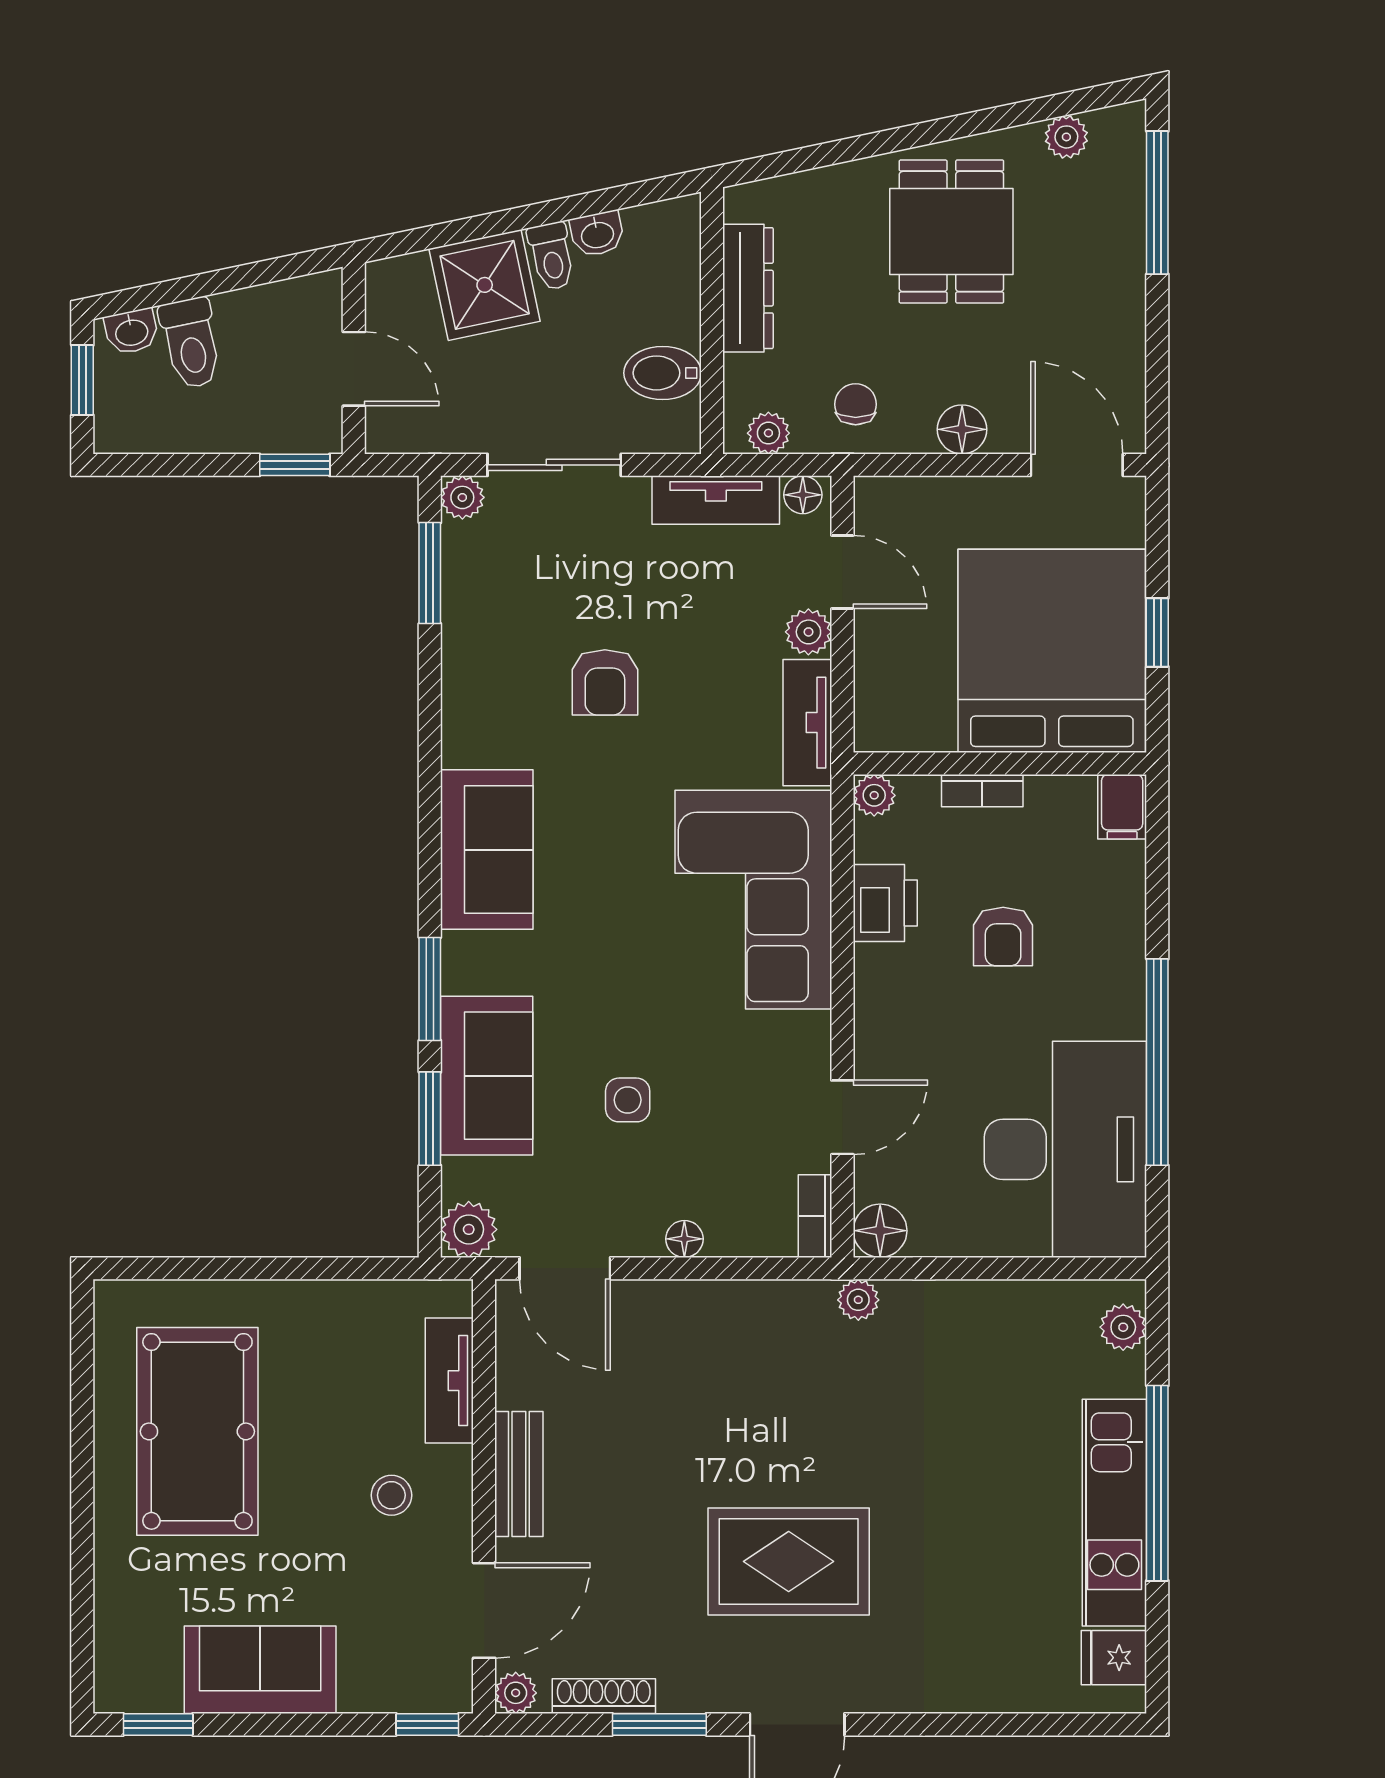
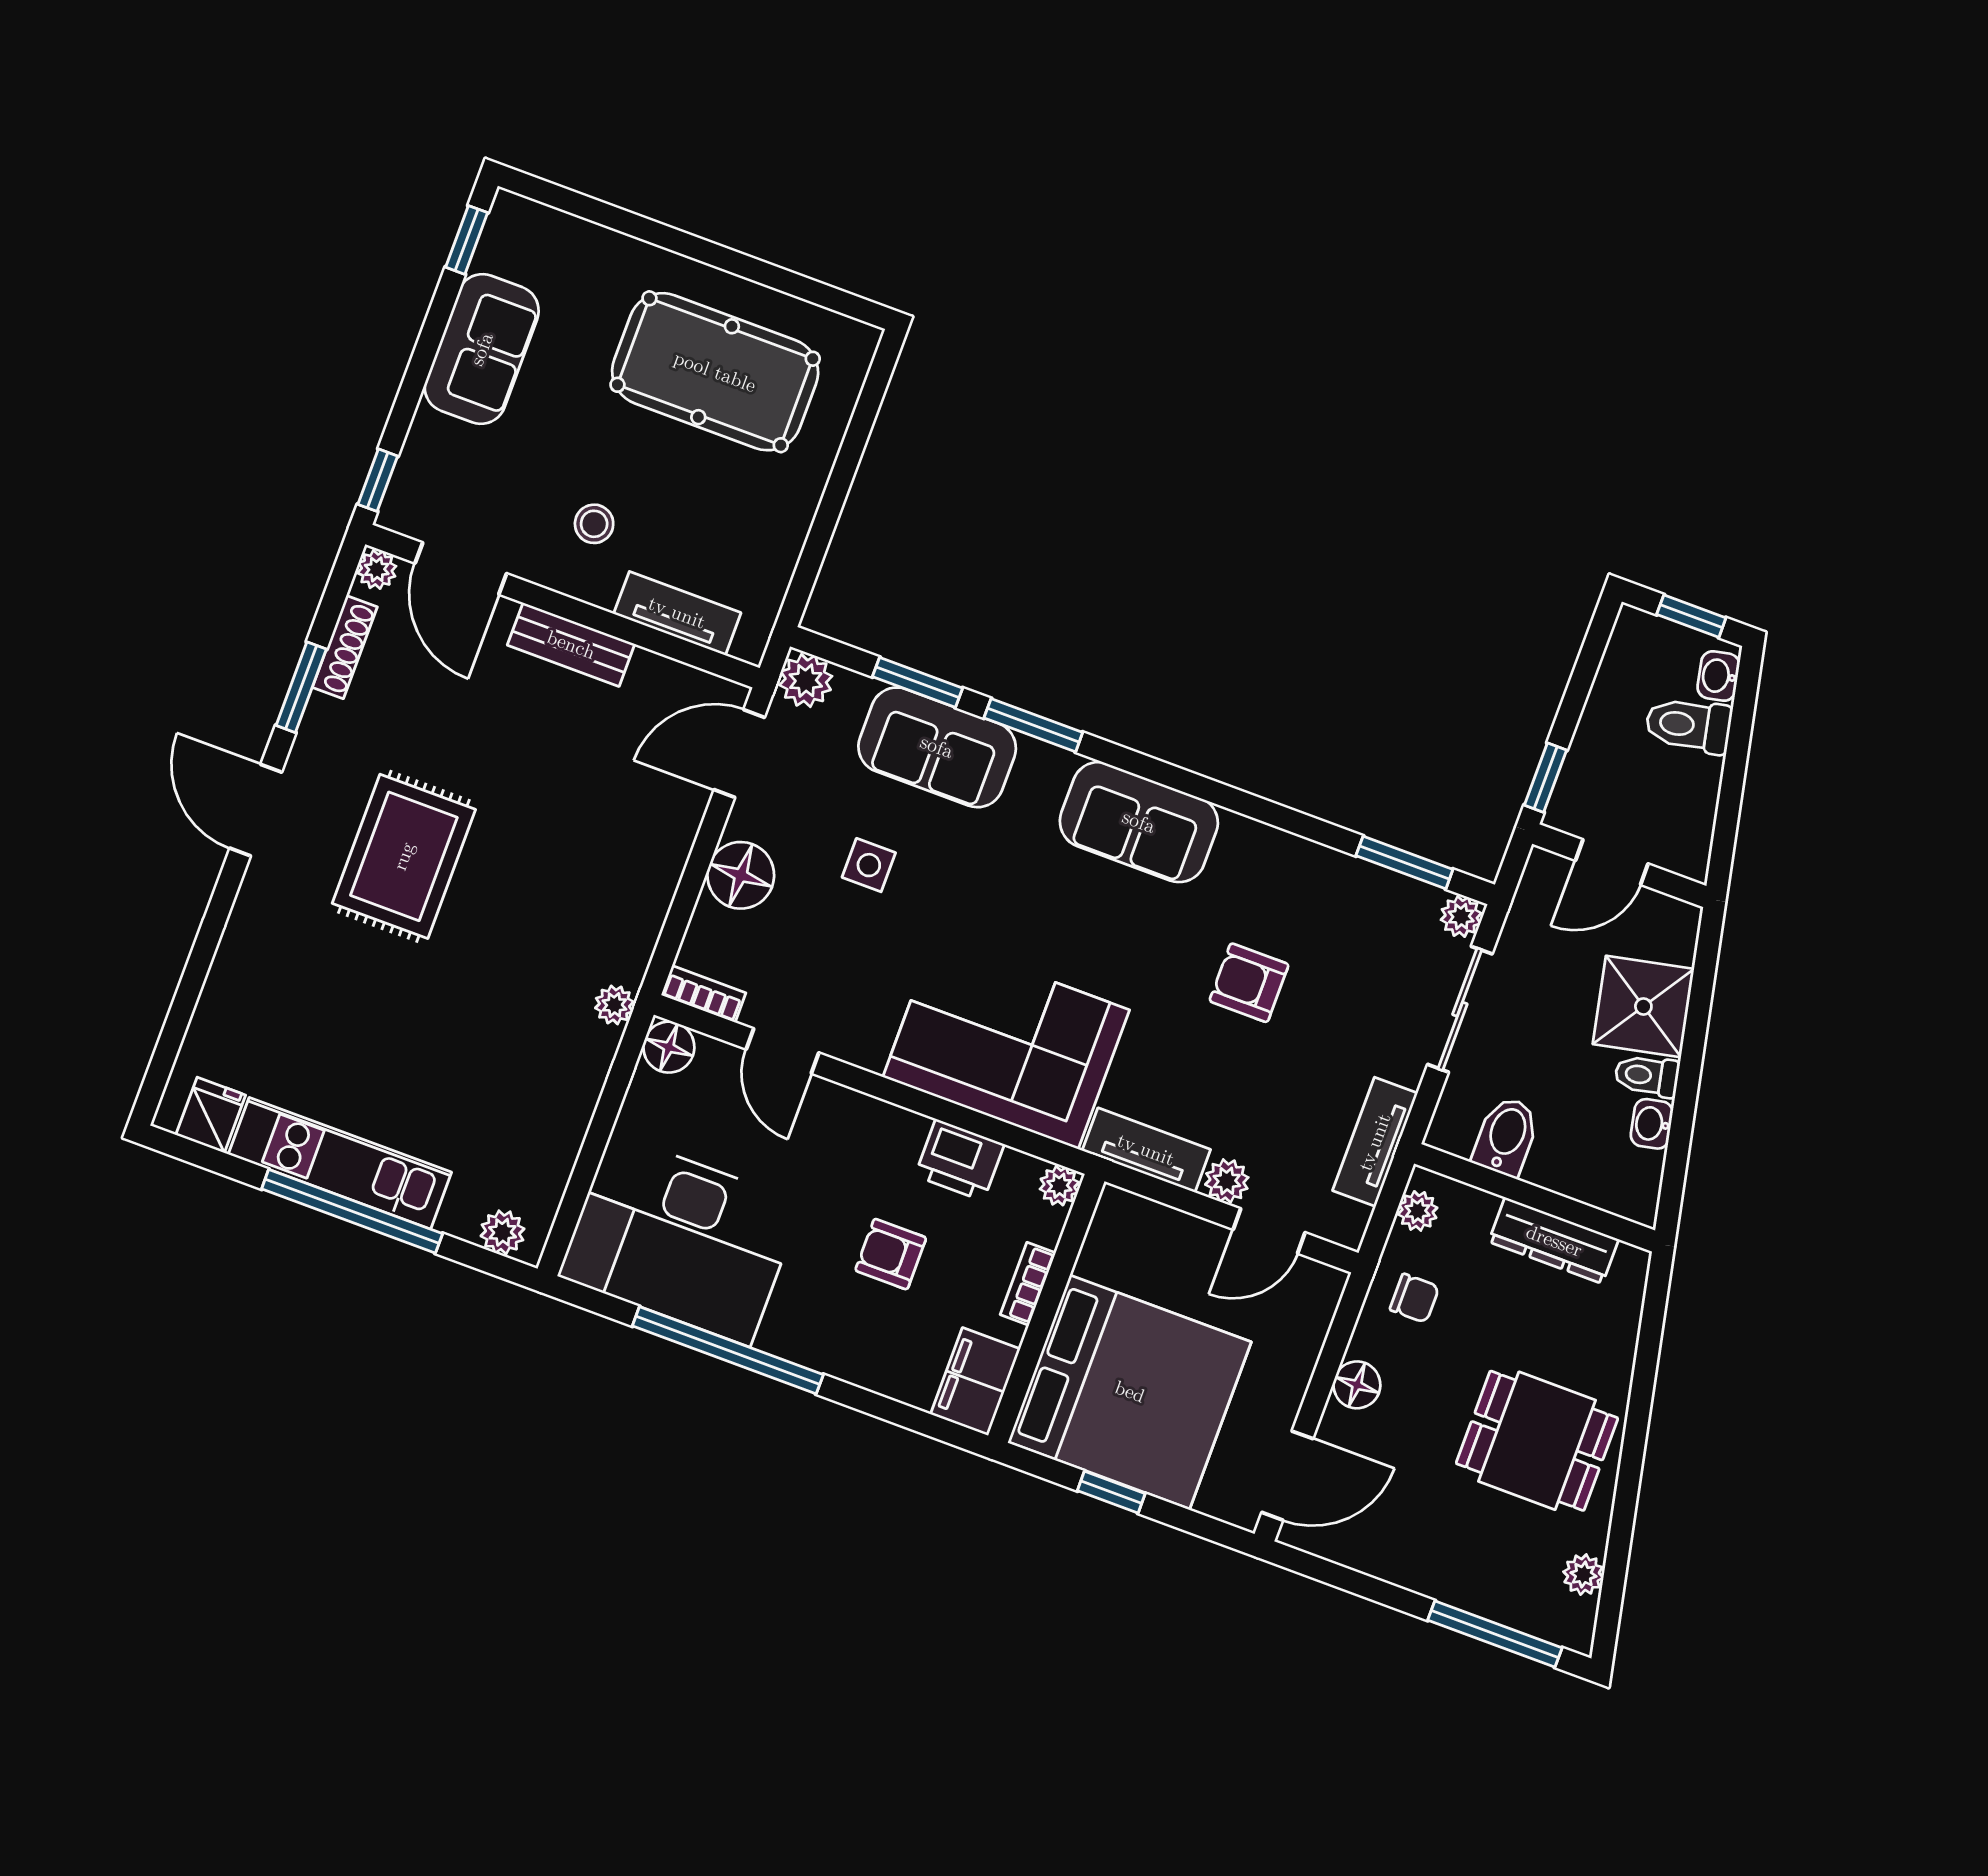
floor lamp: (803, 495) -> (1351, 1221), removed
filing cabinet: (1122, 807) -> (975, 1381), width x2.00
floor lamp: (684, 1239) -> (741, 875), width x1.89, depth x1.89

